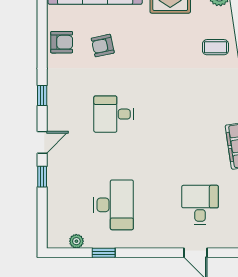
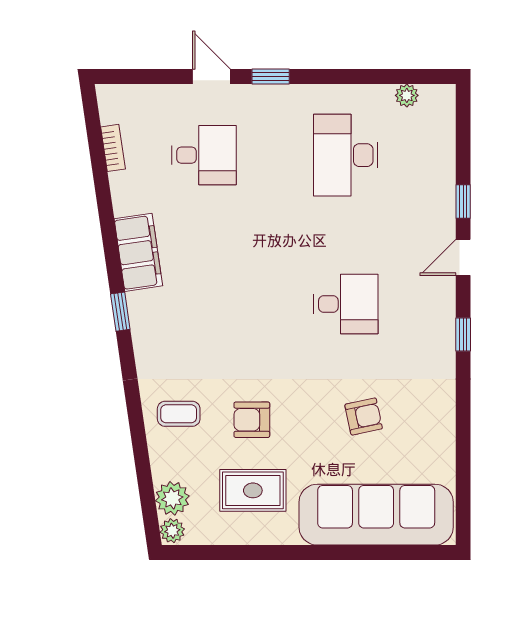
armchair: (62, 42) -> (252, 420), moved
desk: (200, 205) -> (204, 155), turned -90
window: (104, 253) -> (271, 76), moved

